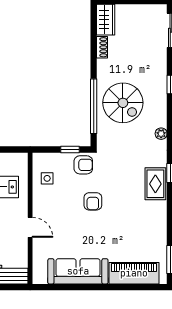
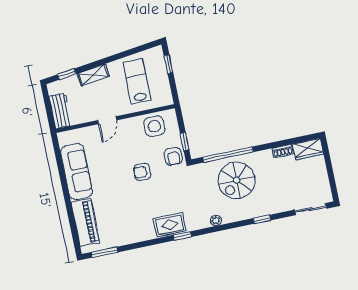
side table: (47, 178) -> (154, 126), width x1.87, depth x1.87

